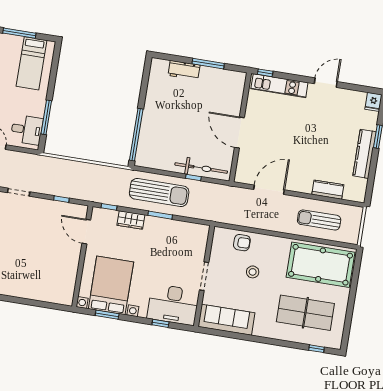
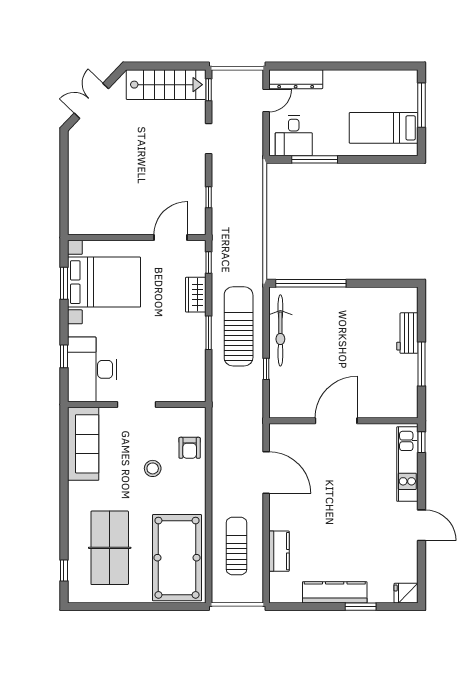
bicycle: (201, 168) -> (280, 330), moved
sun lounger: (159, 193) -> (239, 326), turned 180

